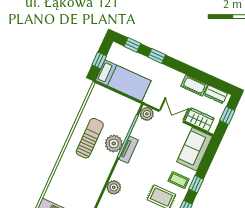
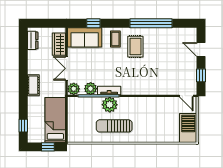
window: (157, 56) -> (23, 102), removed
cot: (194, 85) -> (33, 85), moved
window: (227, 115) -> (45, 23), removed
window: (196, 184) -> (93, 23), moved
plant: (114, 187) -> (91, 89), moved

